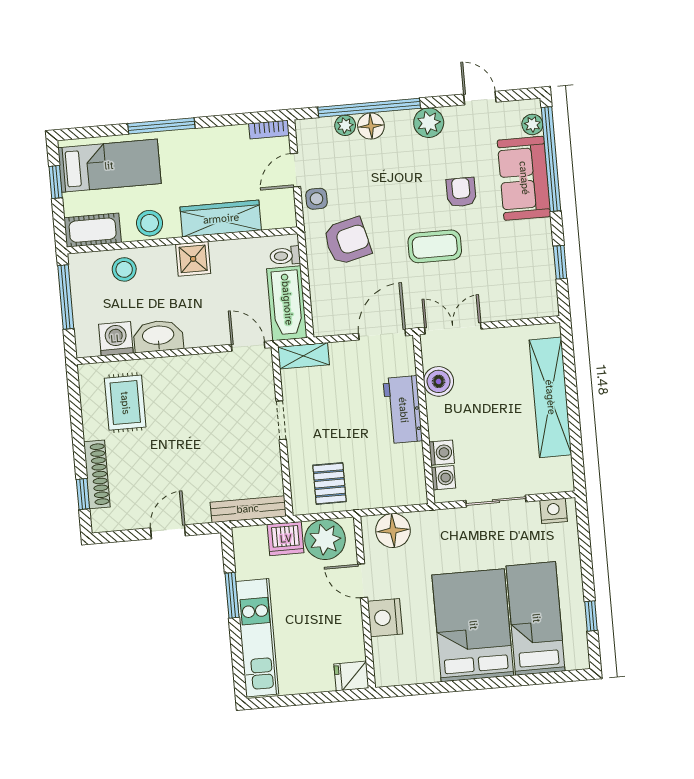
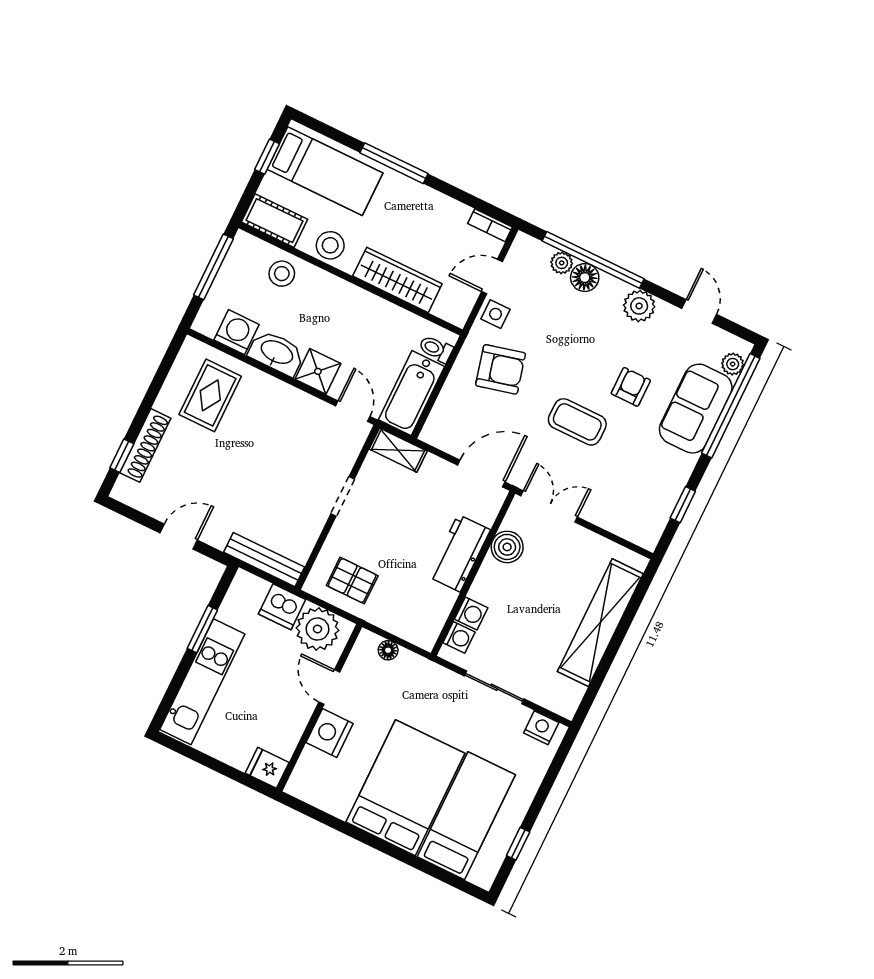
shower: (193, 259) -> (318, 371), moved
pallet: (330, 483) -> (352, 581), turned 90
floor lamp: (393, 531) -> (388, 650), width x0.53, depth x0.53

